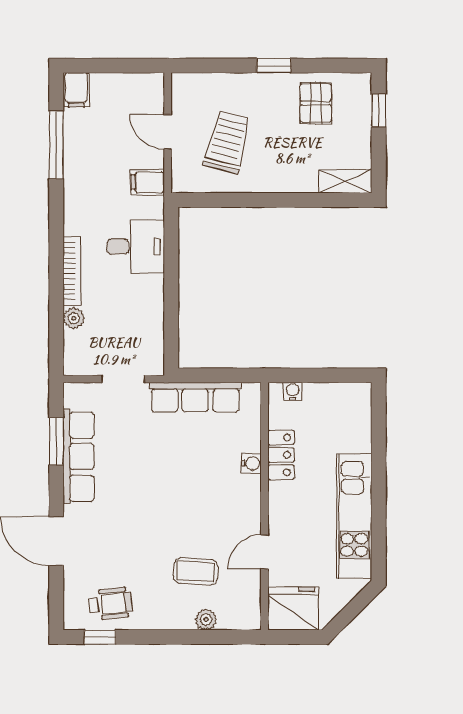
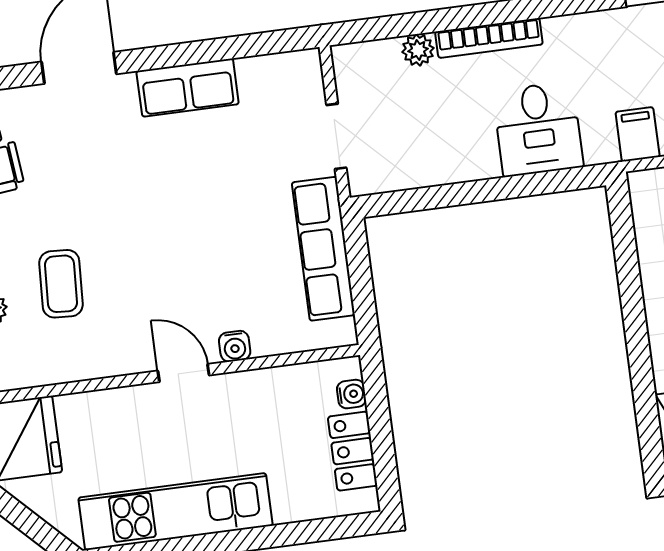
window: (56, 441) -> (230, 48), removed
locker: (281, 455) -> (353, 451), moved, turned 90
row of seats: (78, 457) -> (188, 88), width x0.68
door: (264, 552) -> (184, 373), moved

